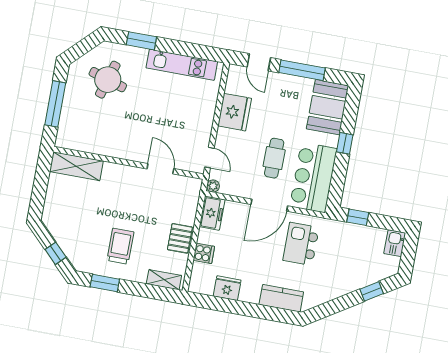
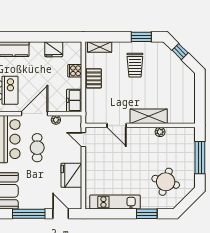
plant: (103, 149) -> (160, 132), added
shelving: (76, 166) -> (149, 116), moved
plant: (213, 186) -> (56, 120), moved

